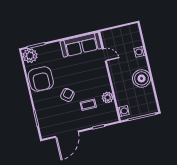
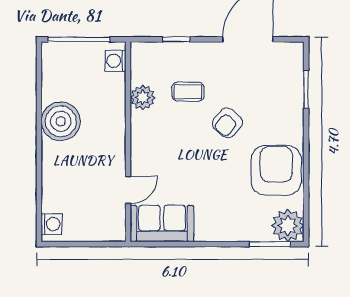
sofa: (81, 45) -> (162, 223), width x0.73
washing machine: (140, 52) -> (52, 224), moved
door: (105, 55) -> (128, 190), swing flipped

